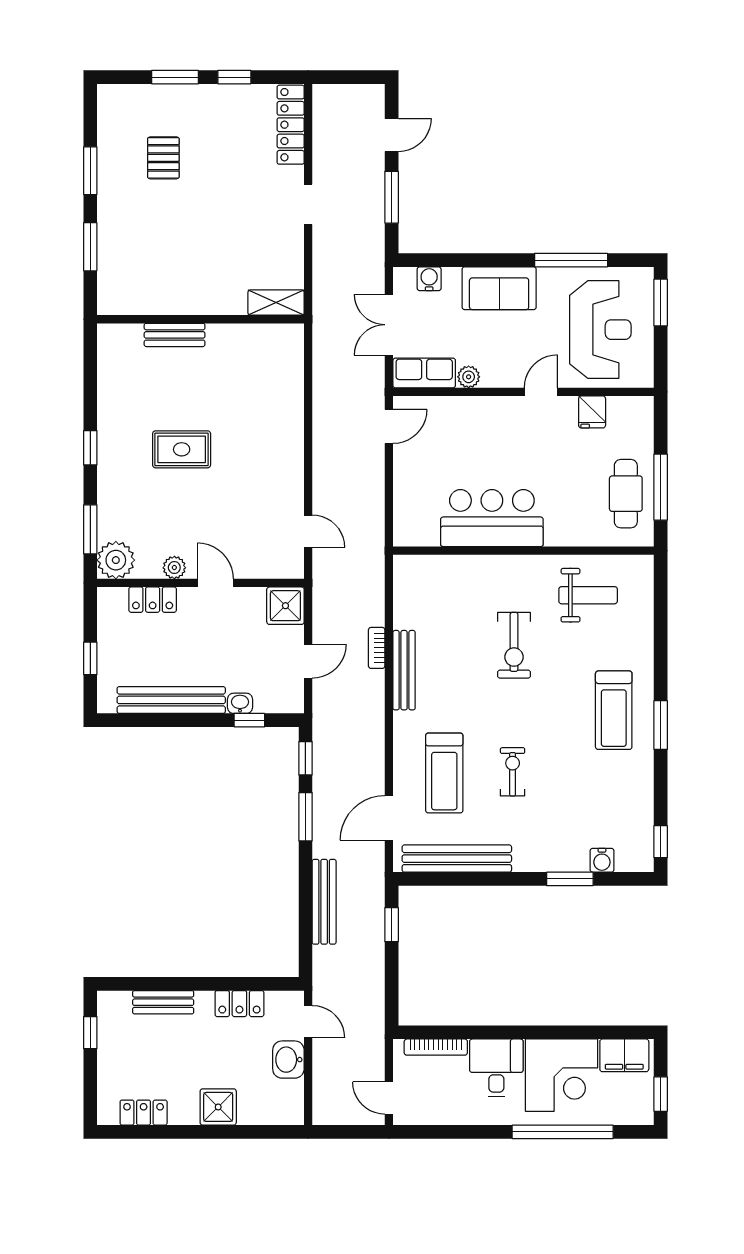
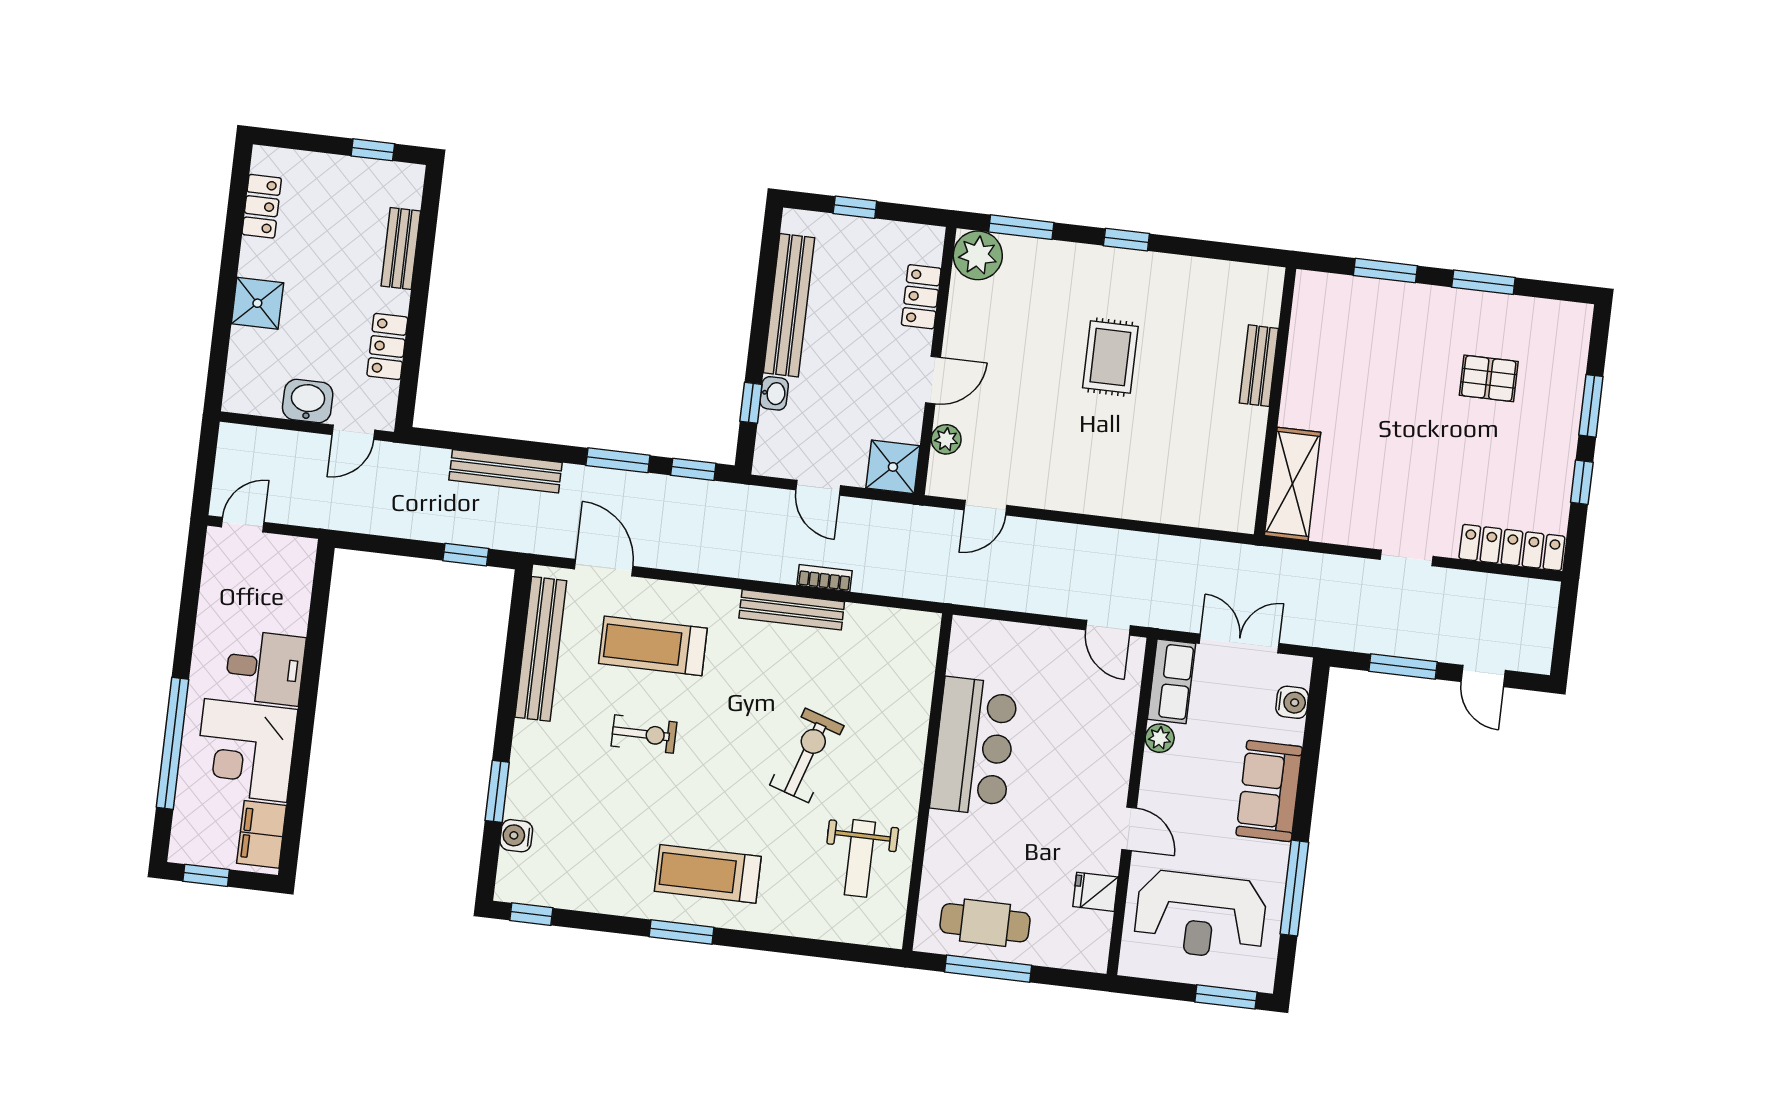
shelving: (276, 303) -> (1293, 484), width x1.50, depth x1.33
plant: (174, 568) -> (946, 439), moved
exercise bike: (514, 645) -> (807, 755), turned 108
bookcase: (436, 1047) -> (301, 593), removed

